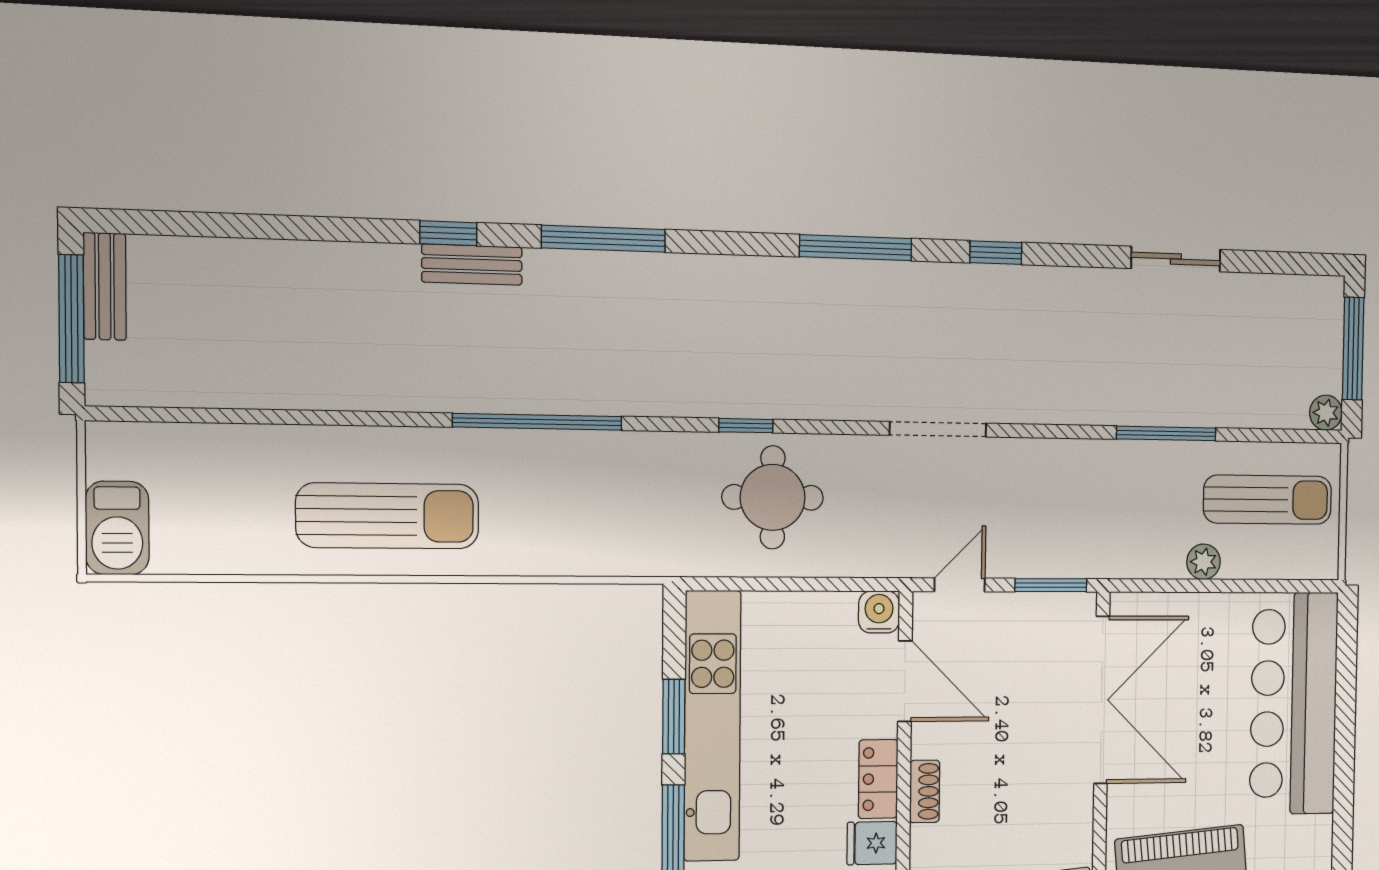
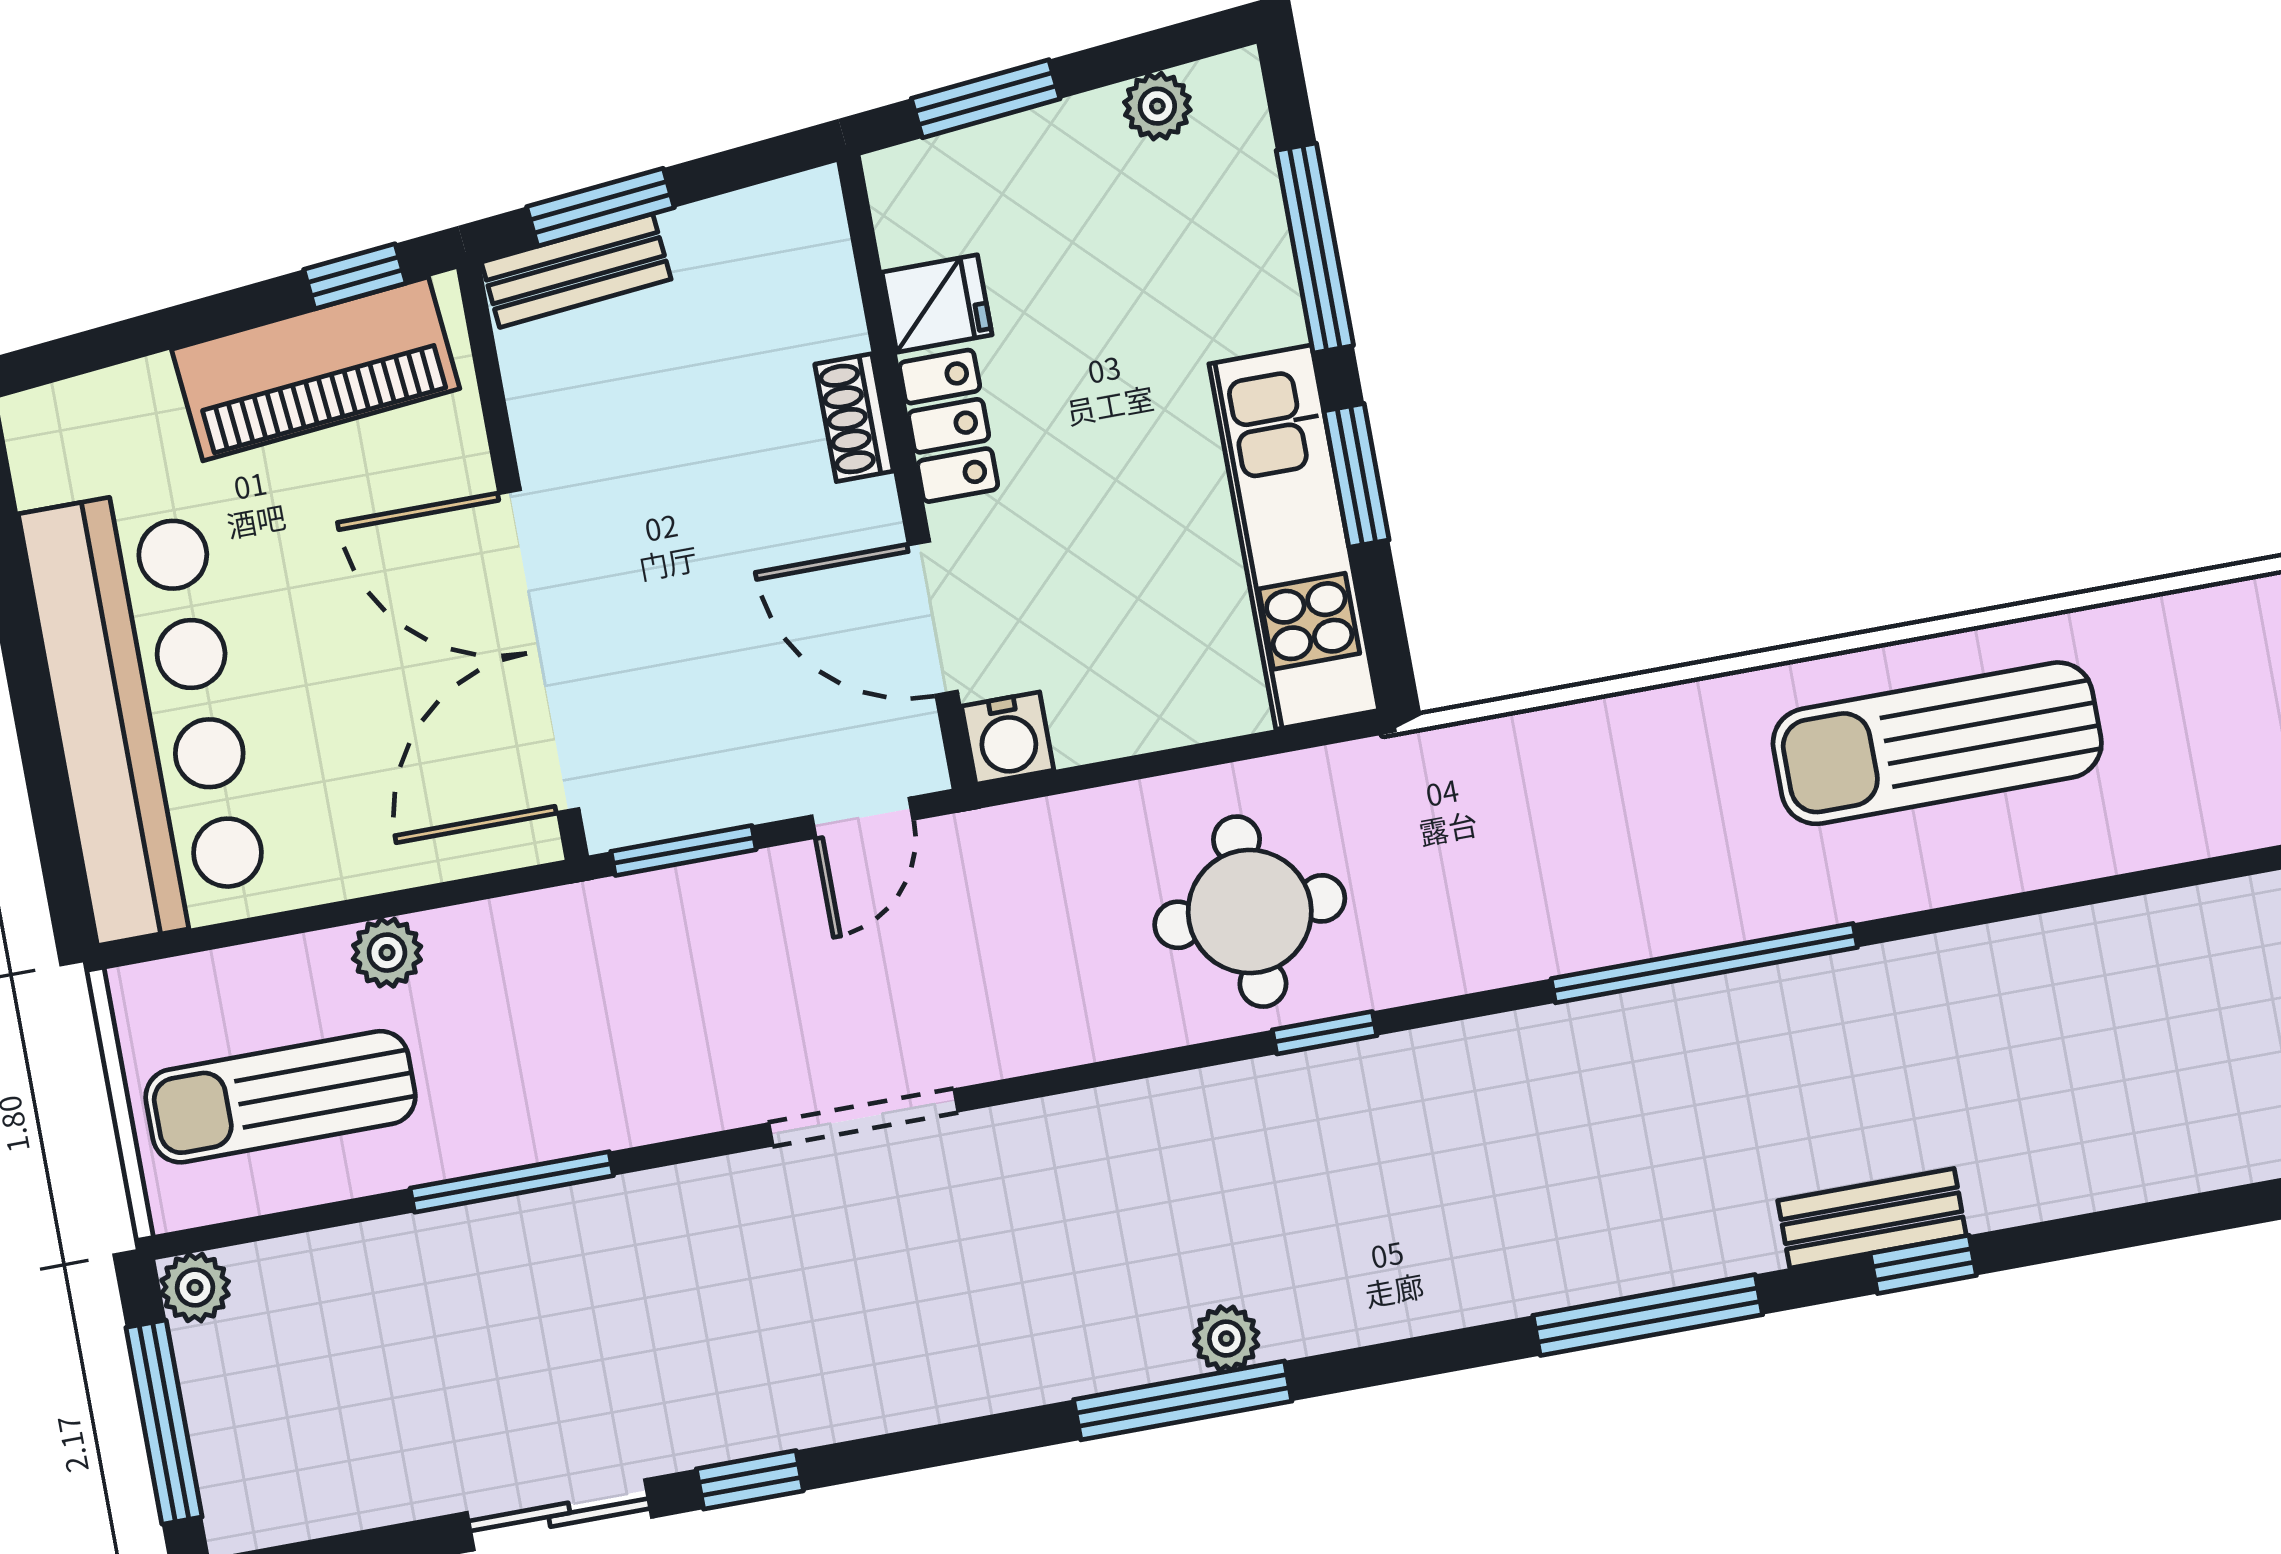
window: (996, 253) -> (750, 1480), moved
plant: (827, 275) -> (1226, 1339), added
doorway: (938, 429) -> (863, 1117), moved
kitchen unit: (712, 726) -> (1294, 537), width x0.73

